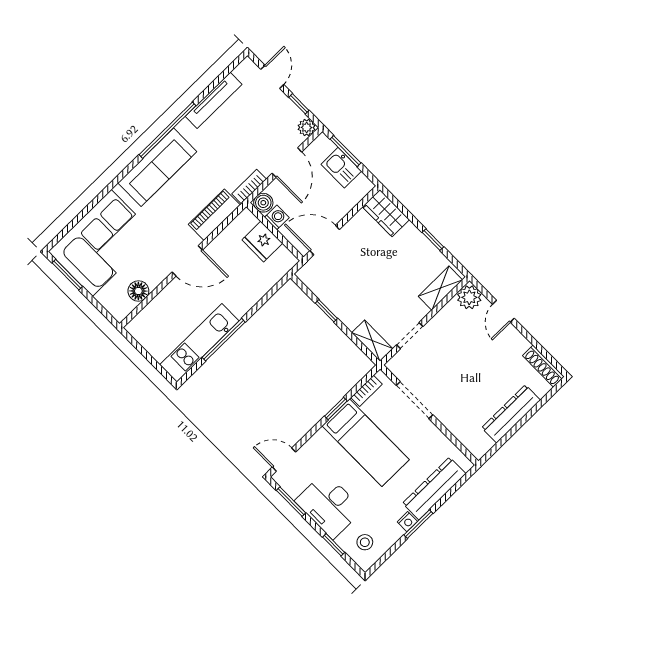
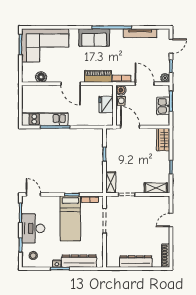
door: (287, 163) -> (145, 84), swing flipped
sofa: (157, 167) -> (94, 37), width x0.73
plant: (469, 297) -> (163, 202), removed

